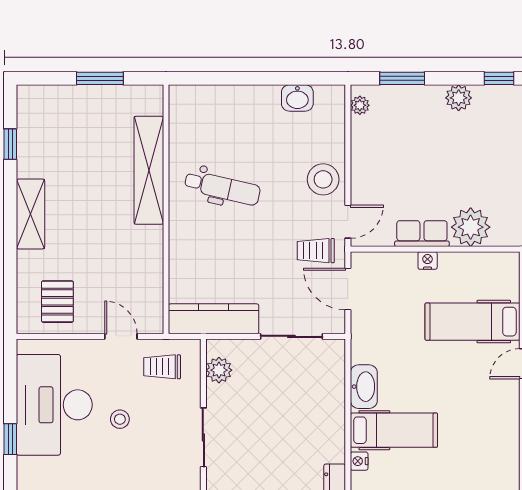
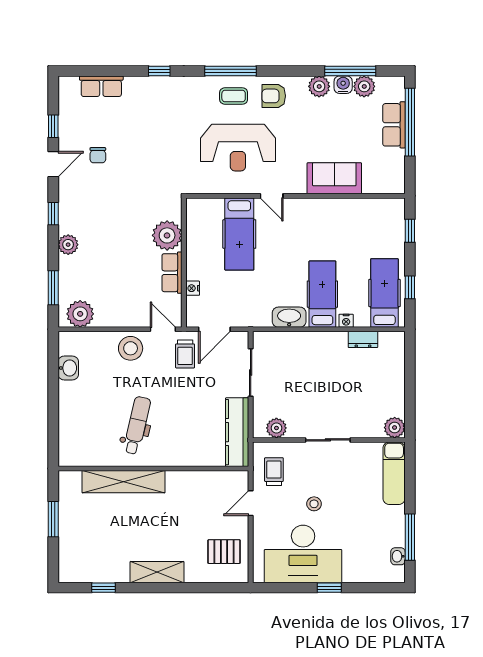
plant: (360, 105) -> (80, 314), width x1.88, depth x1.88
nightstand: (428, 261) -> (193, 288), moved
trolley: (162, 367) -> (274, 472), turned 180

